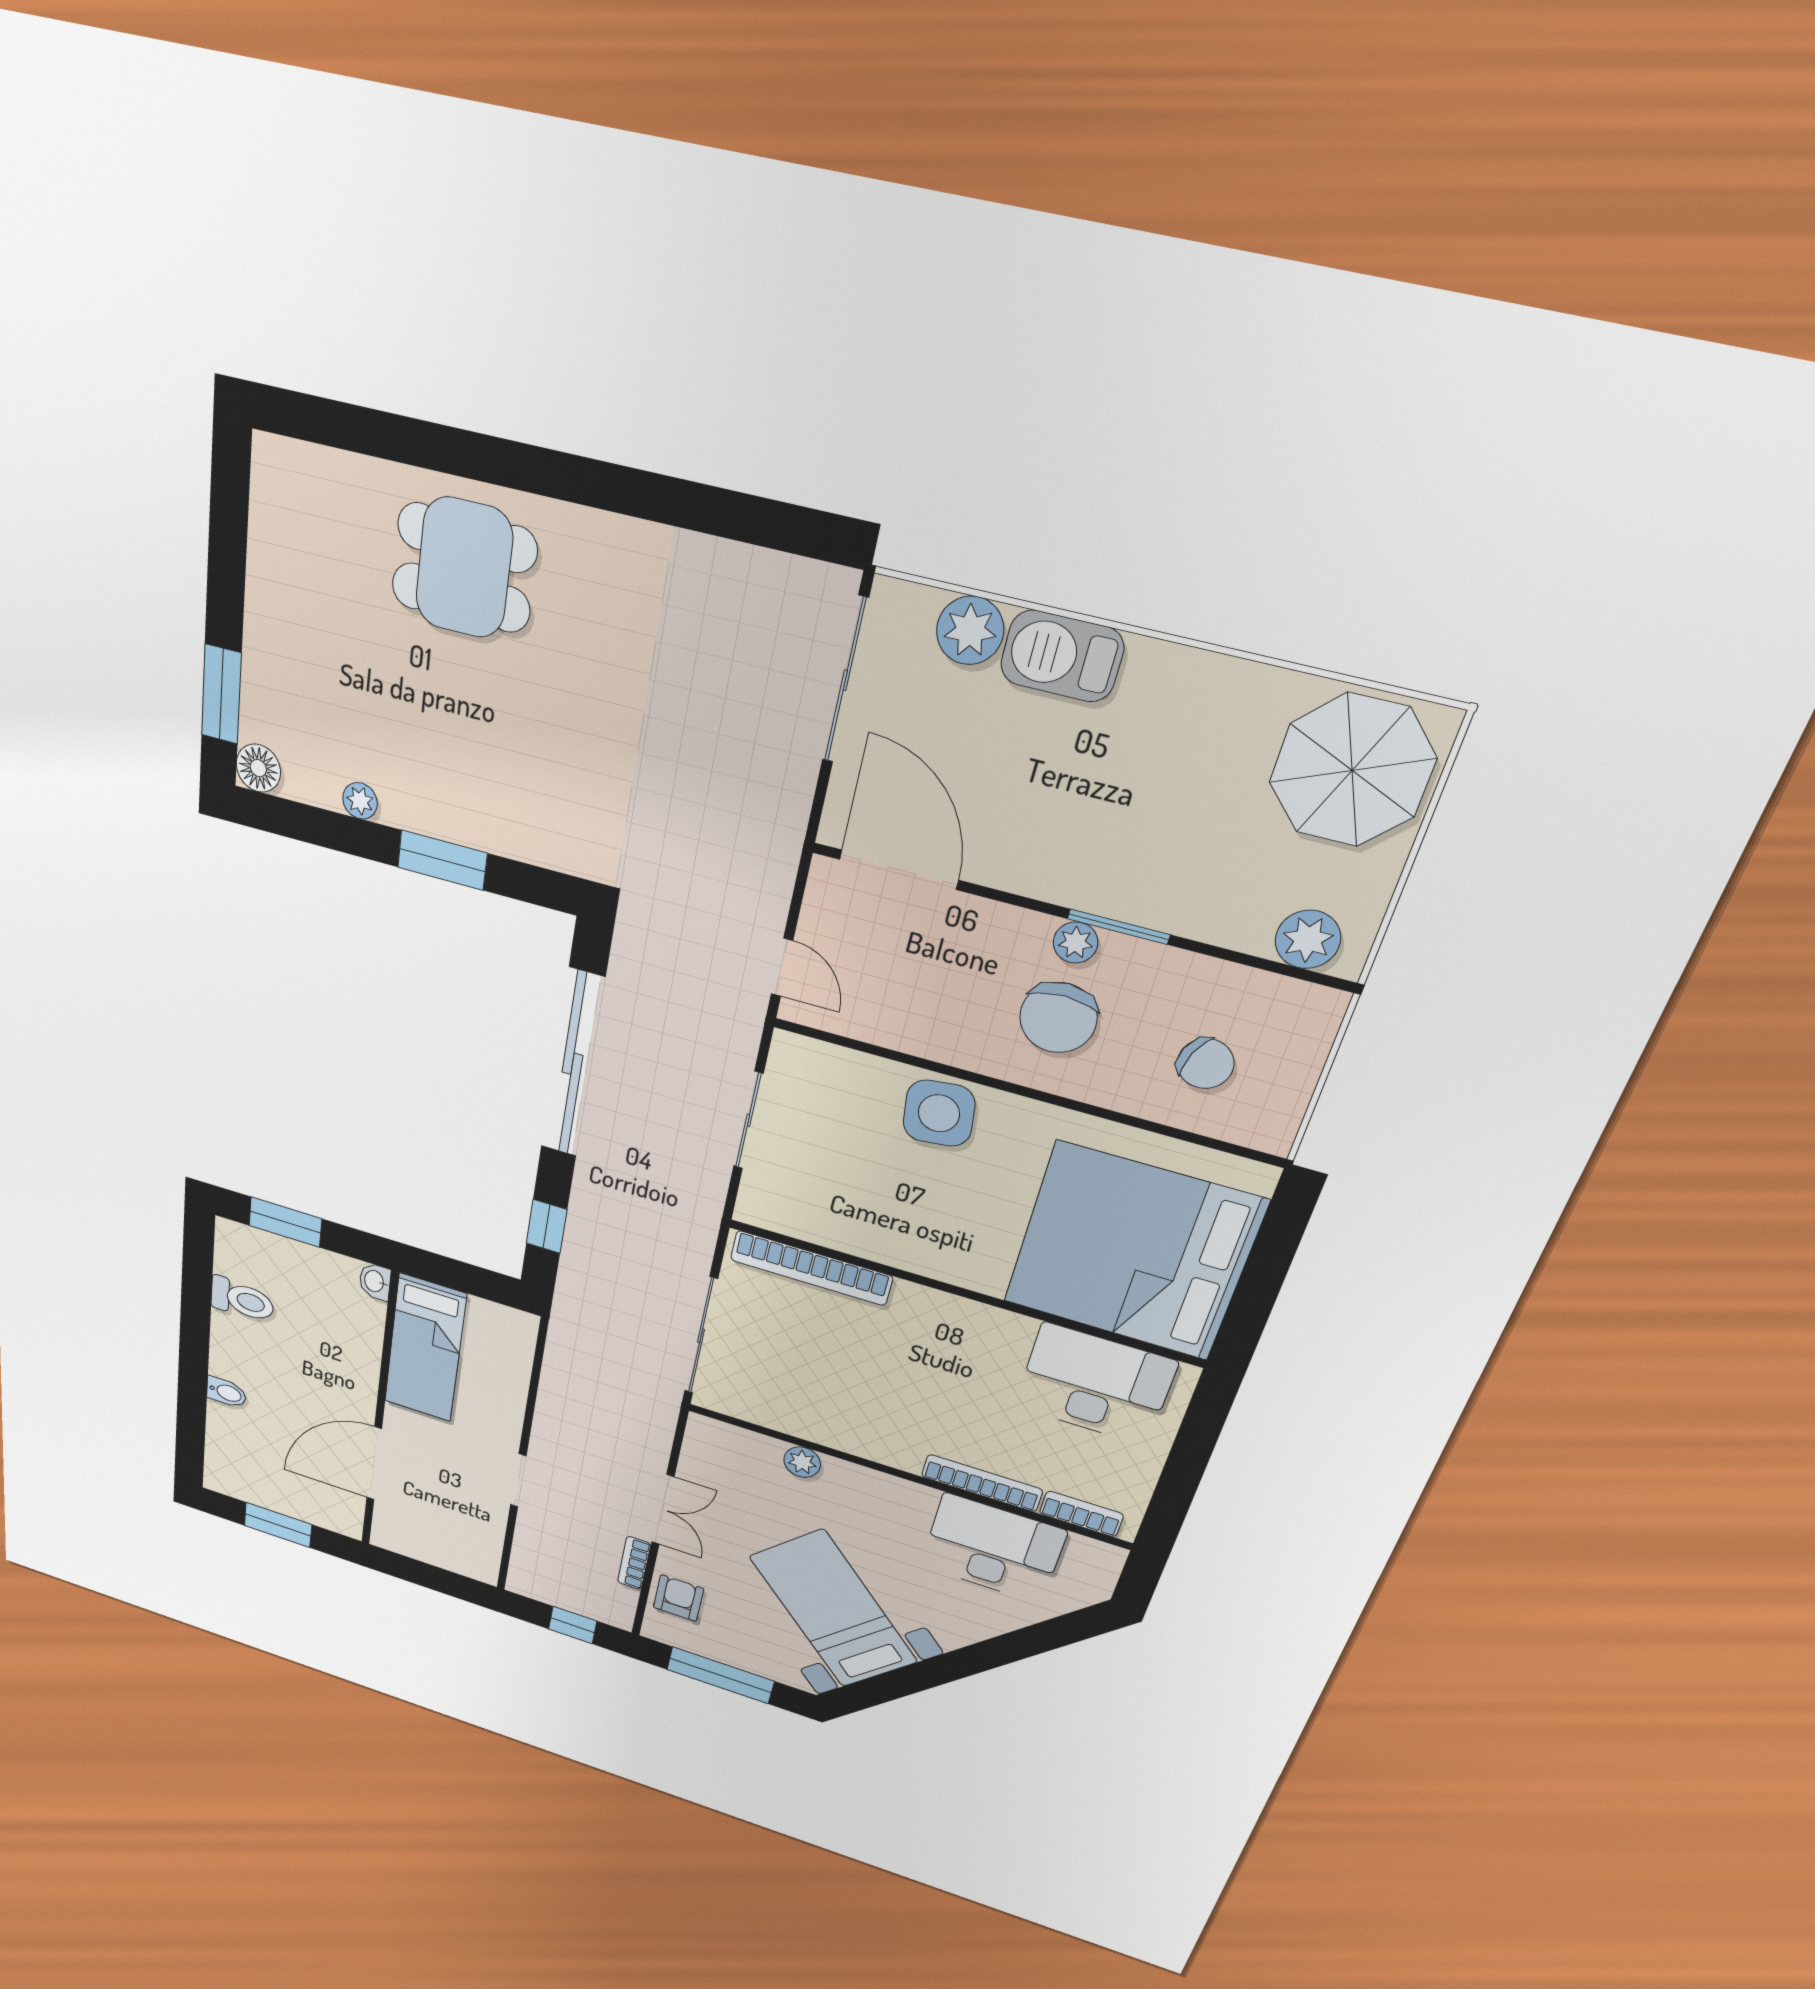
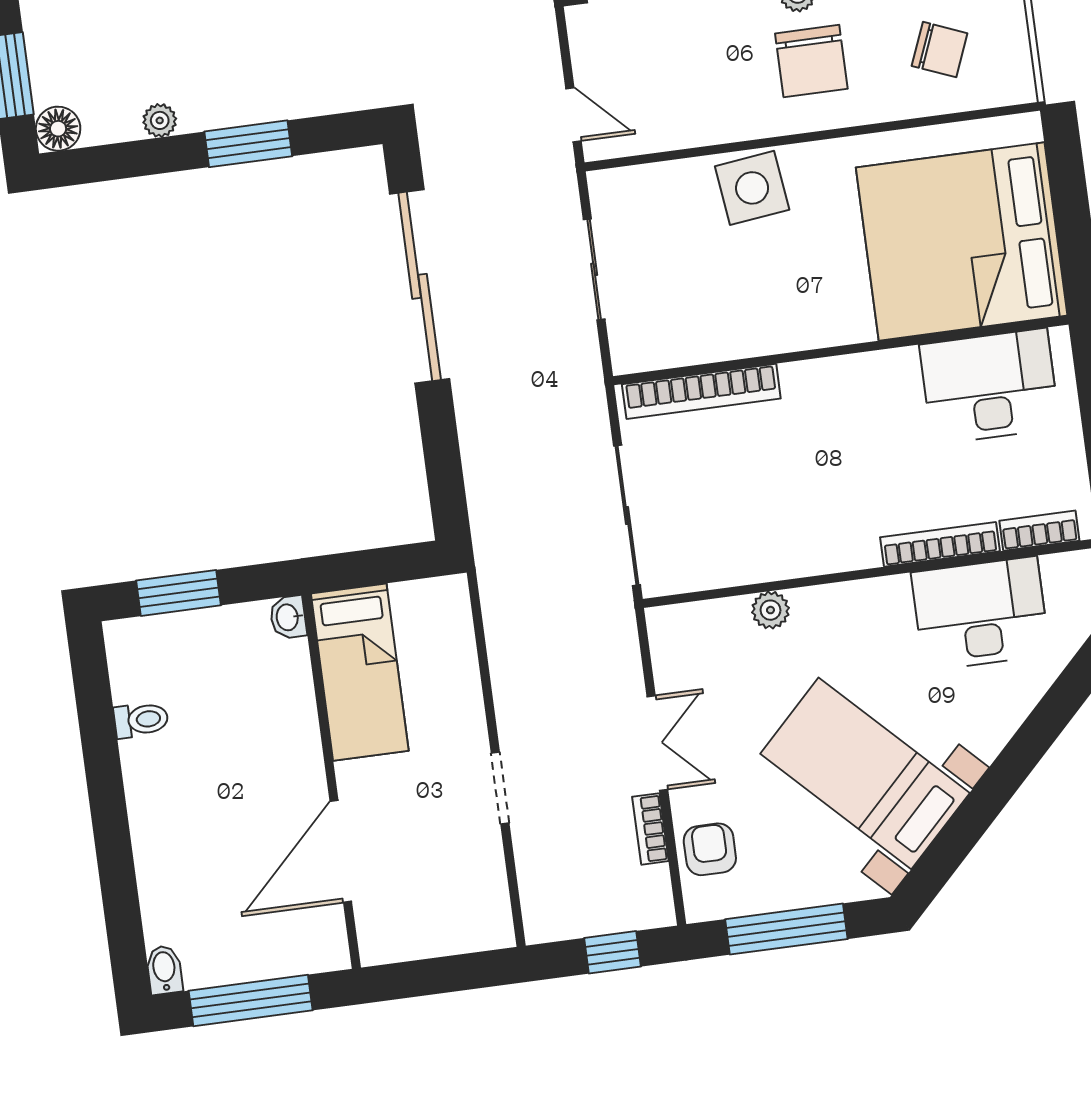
window: (547, 1226) -> (444, 468), removed
toilet: (242, 1300) -> (141, 720), width x0.73, depth x0.72
bidet: (226, 1392) -> (164, 970), moved, turned -90
window: (278, 1525) -> (251, 1001), width x1.44

